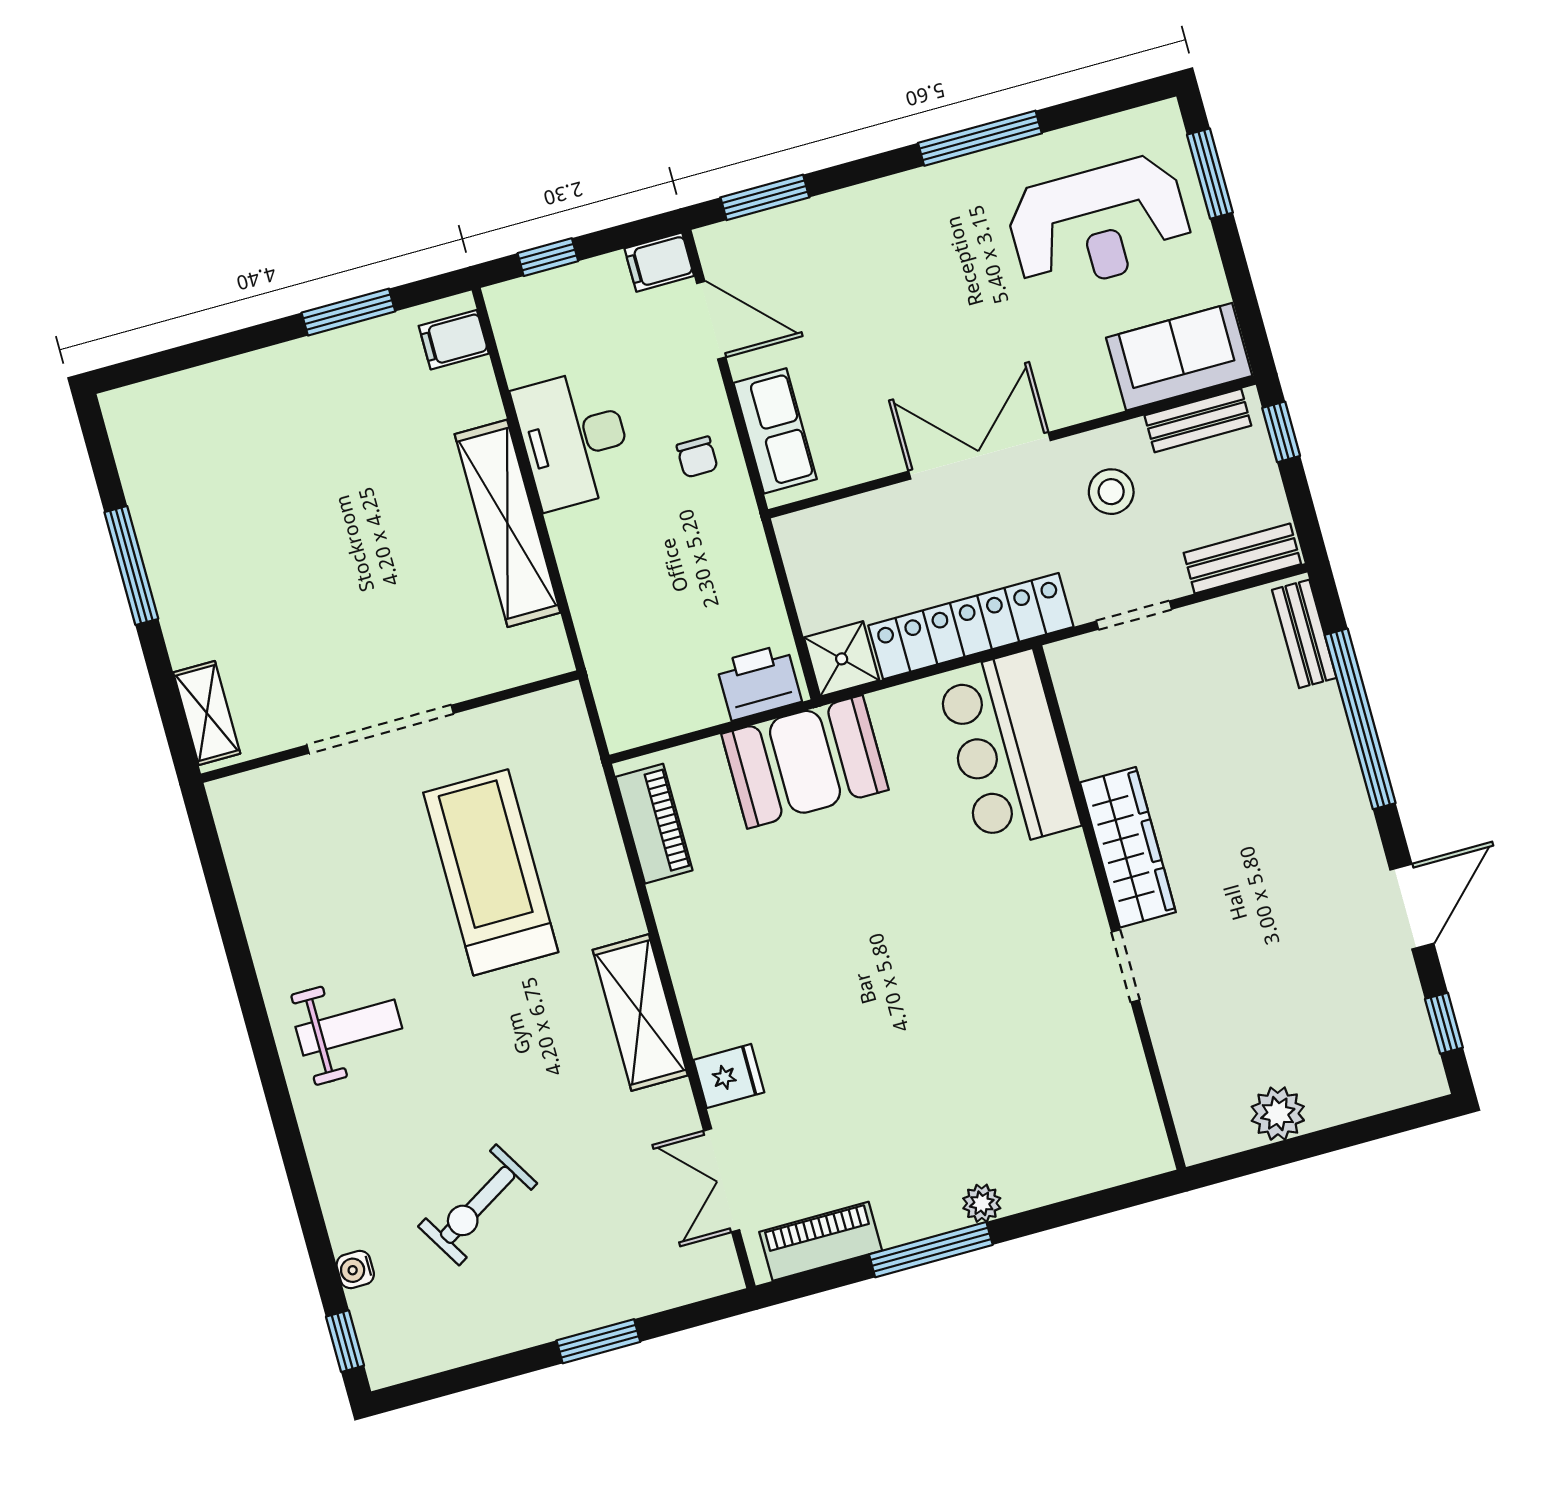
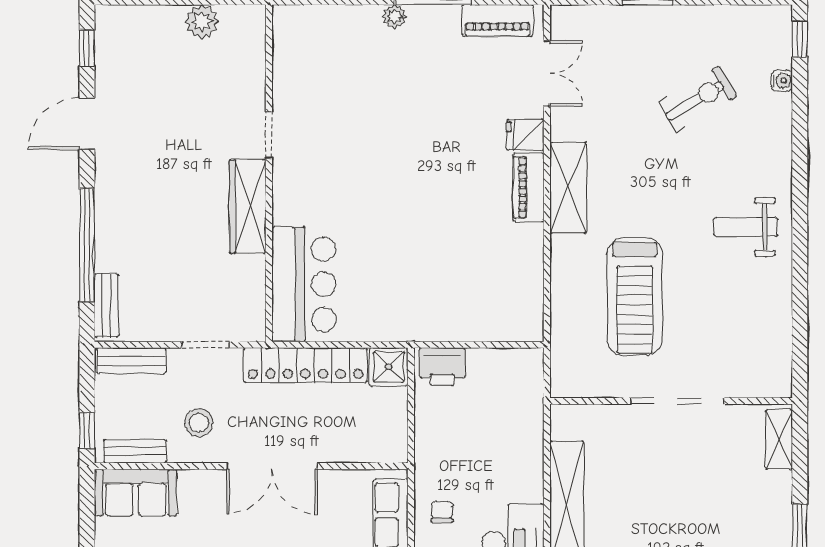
booth: (805, 762) -> (428, 311), removed
piano: (654, 824) -> (529, 187), moved

